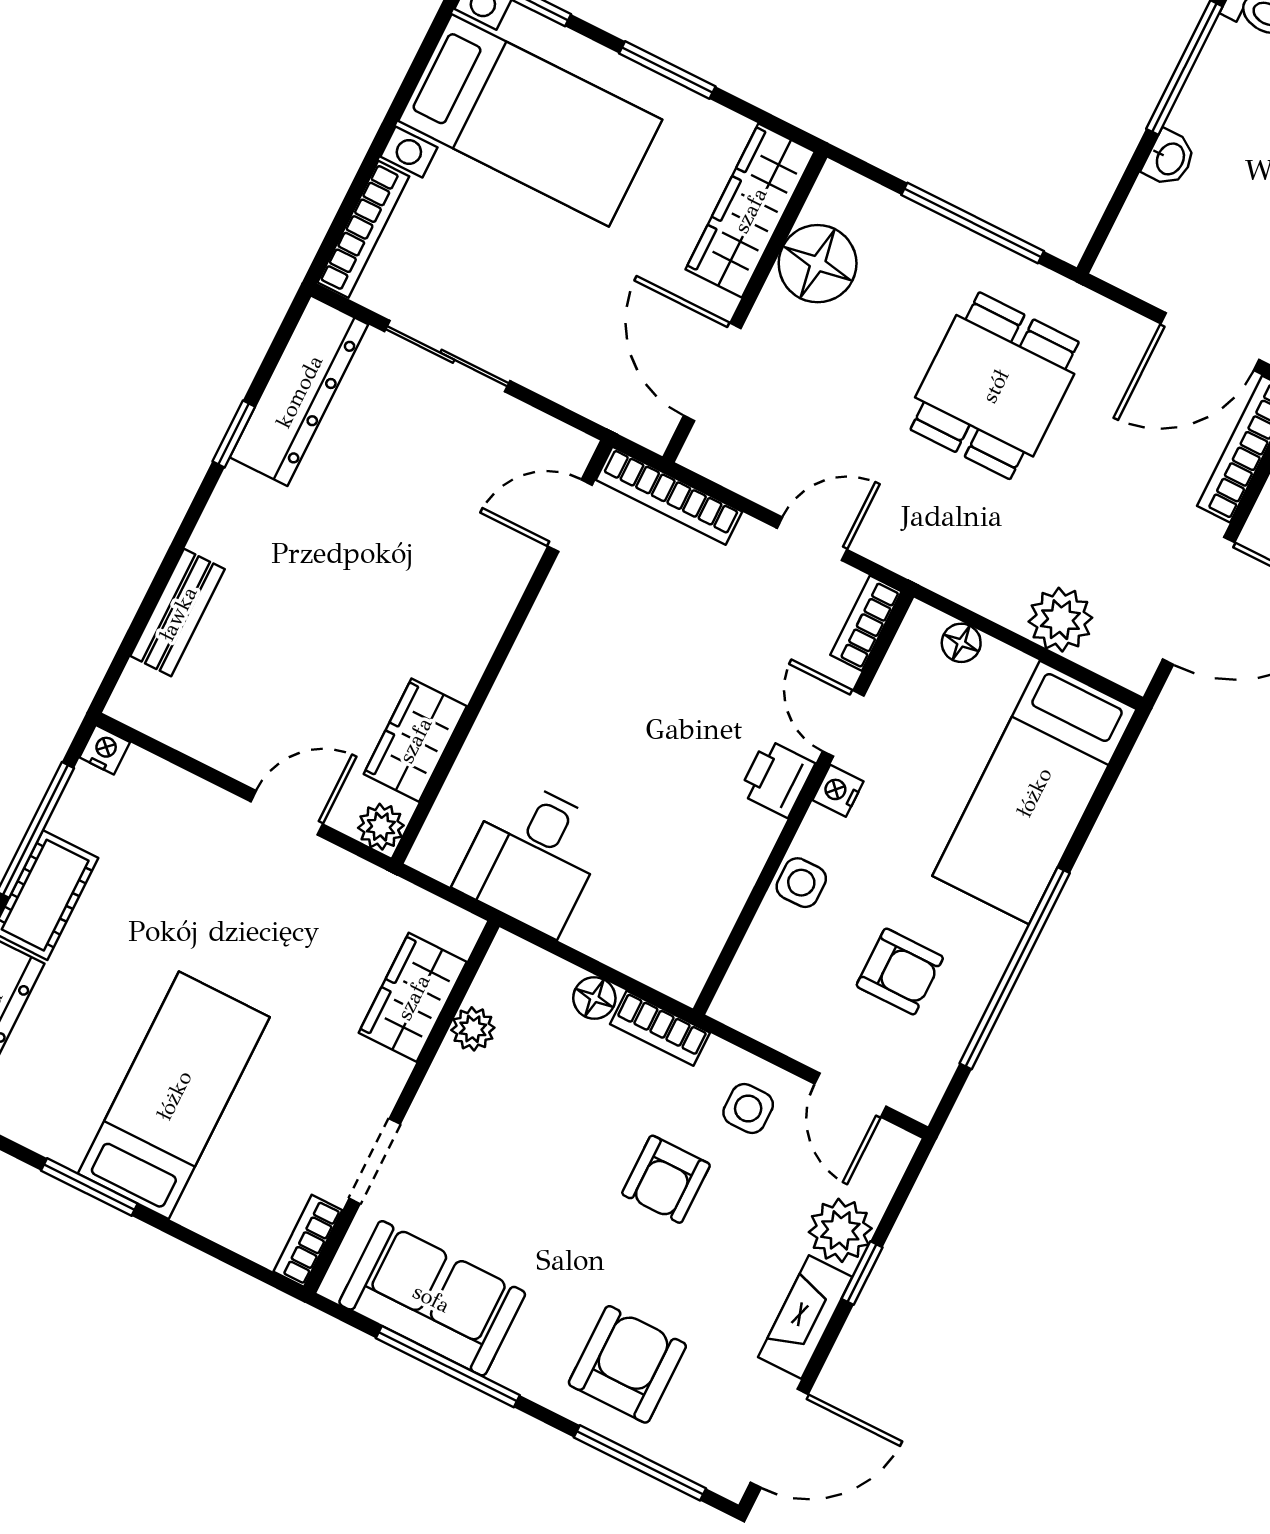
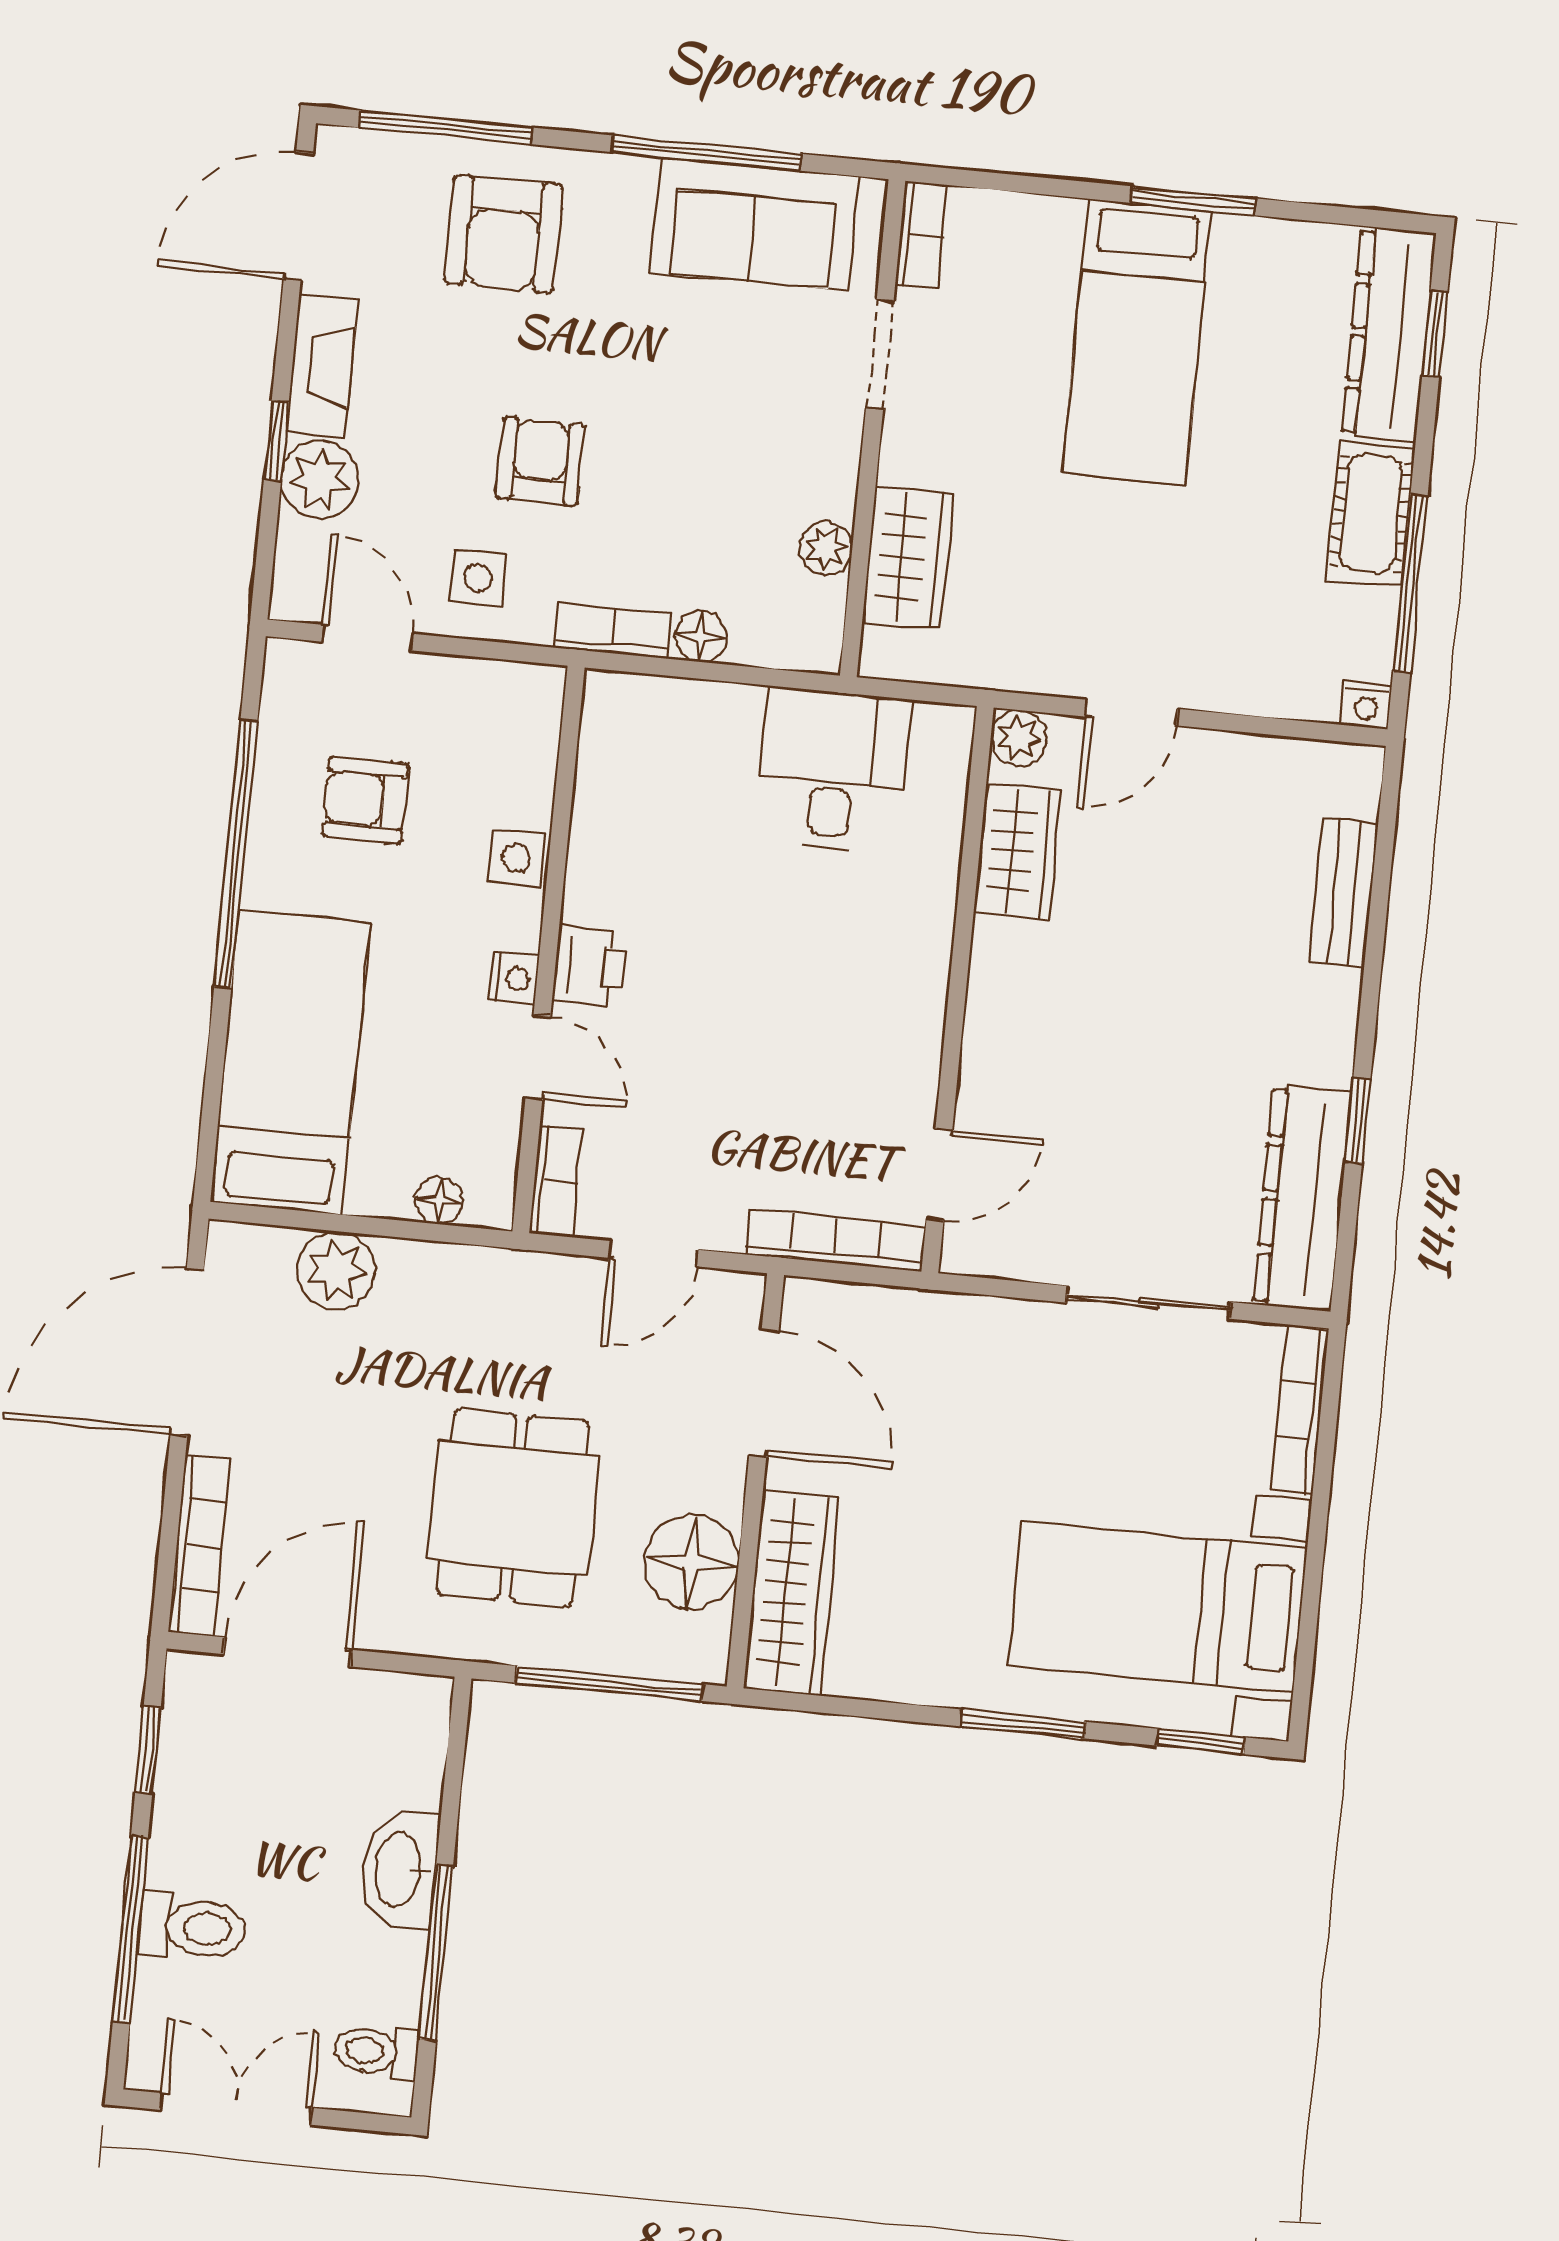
washbasin: (1169, 158) -> (400, 1870), width x1.91, depth x1.45
wardrobe: (750, 210) -> (791, 1593), moved
floor lamp: (818, 264) -> (692, 1562), moved
wall: (745, 307) -> (755, 1481), moved
door: (712, 372) -> (764, 1393), moved

